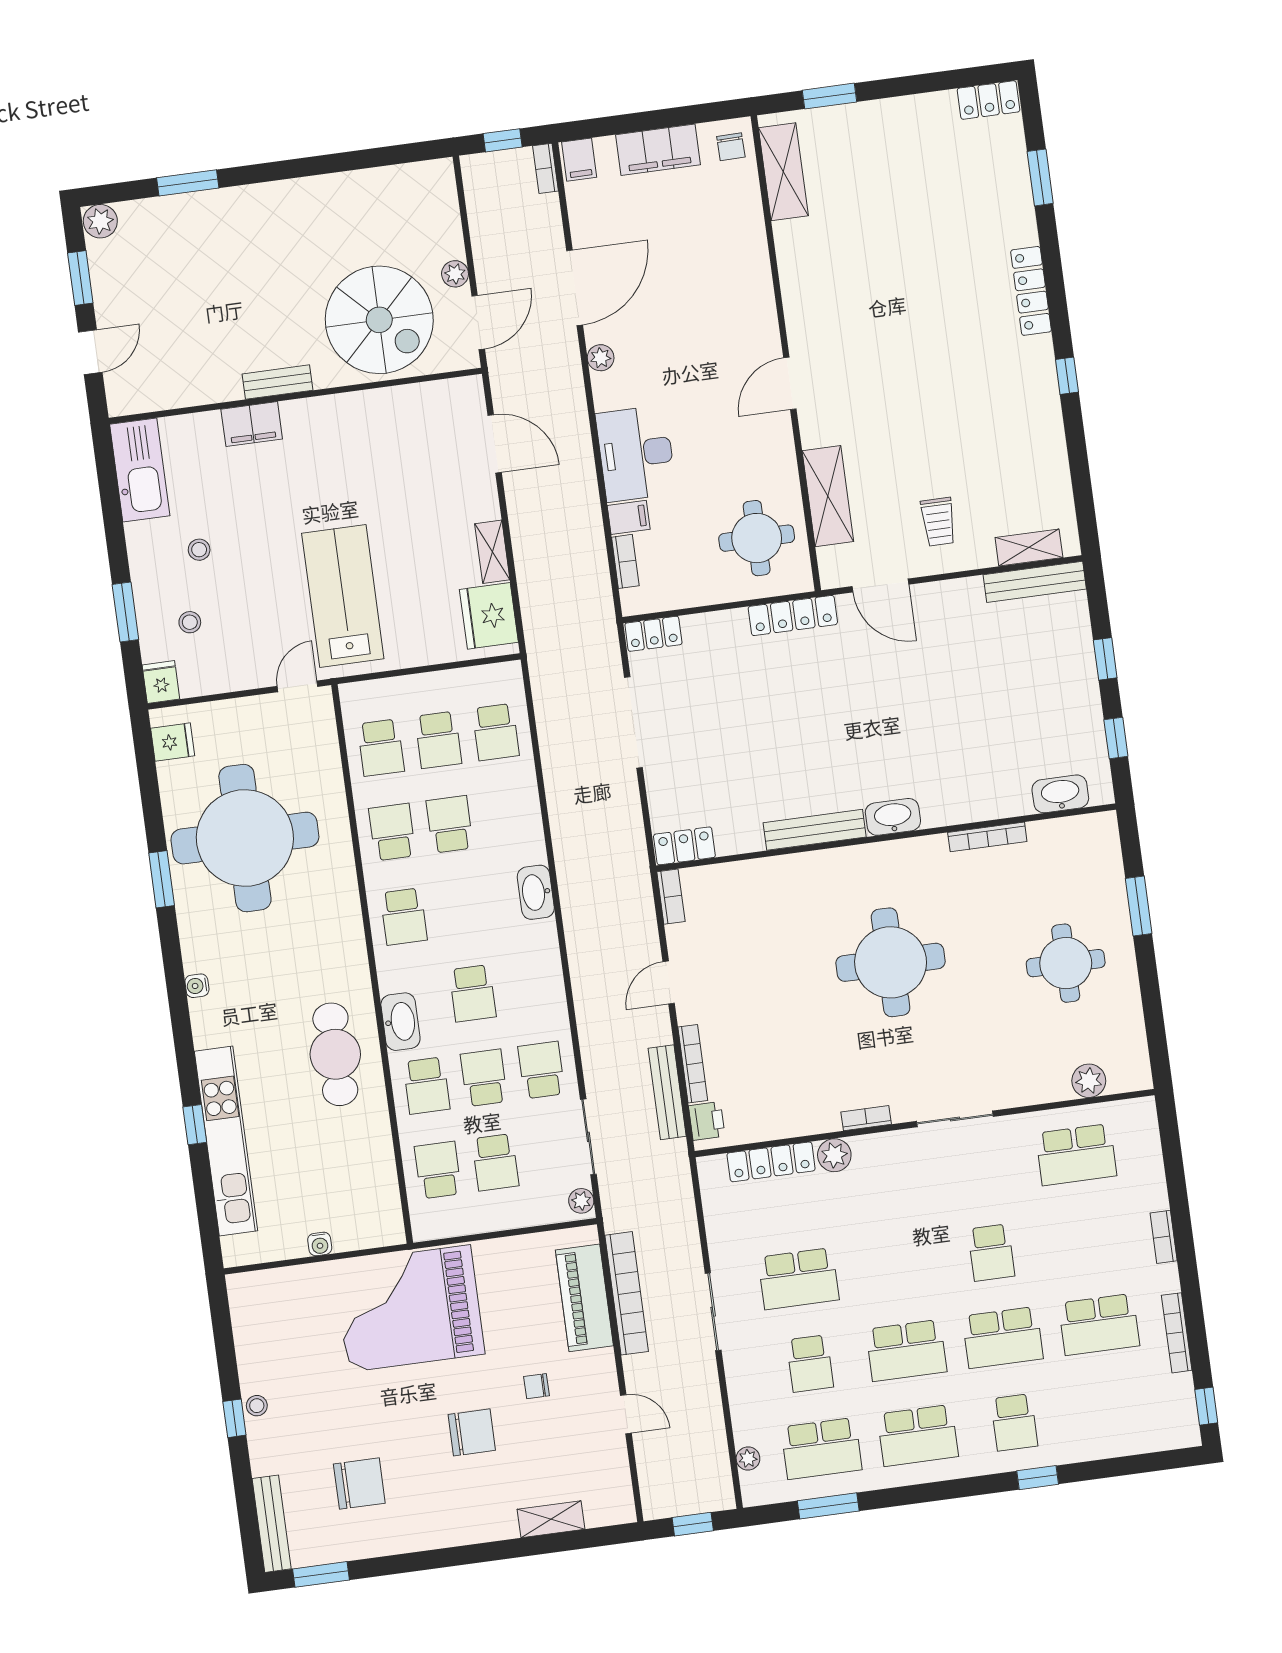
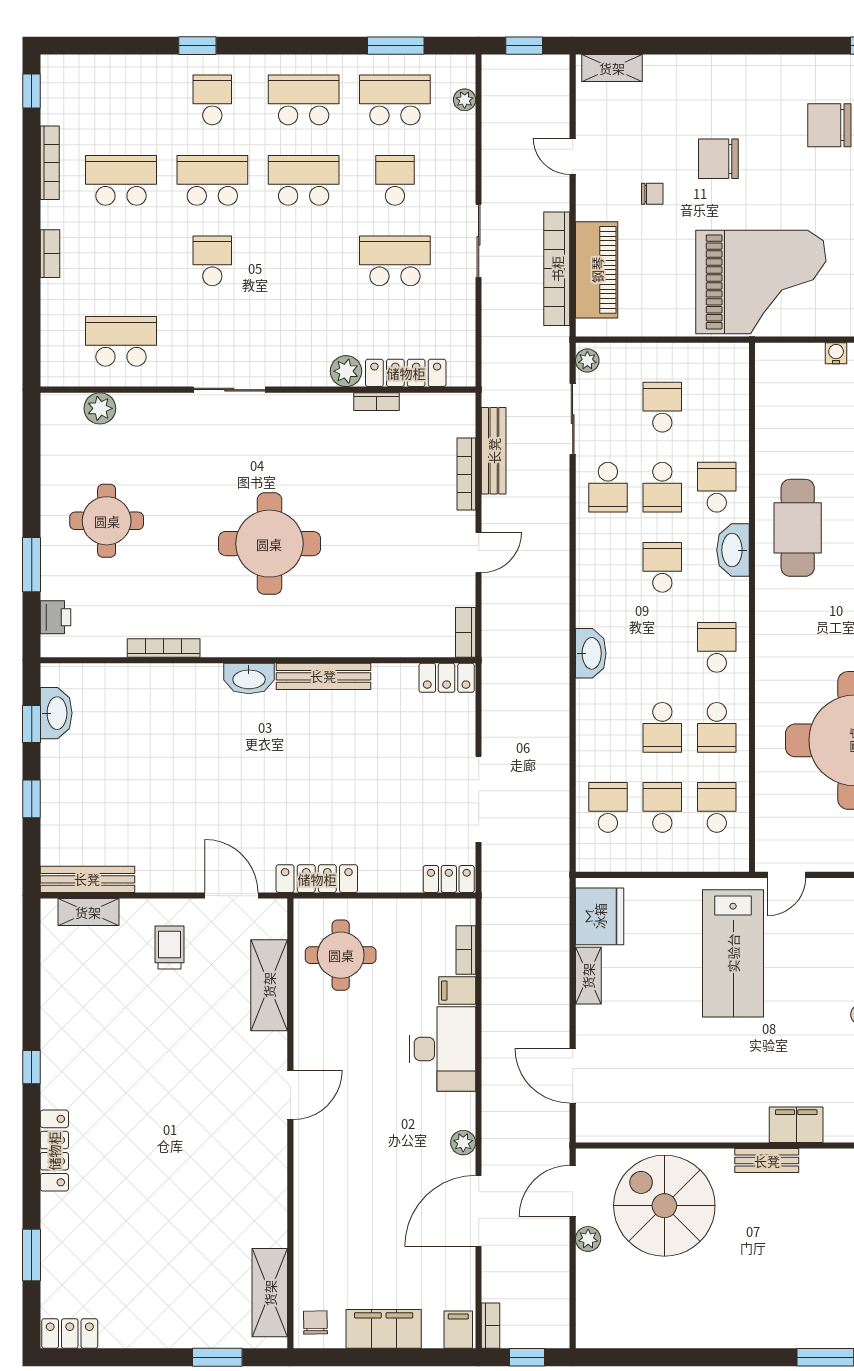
washbasin: (1060, 794) -> (56, 713), moved, turned -90
bookcase: (866, 1118) -> (377, 402), moved
printer: (707, 1121) -> (55, 617), moved, turned 180
school desk: (438, 1170) -> (717, 407), removed
shelving: (551, 1519) -> (612, 68), moved

